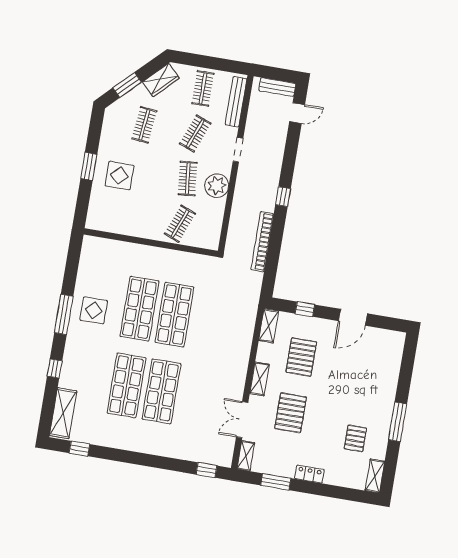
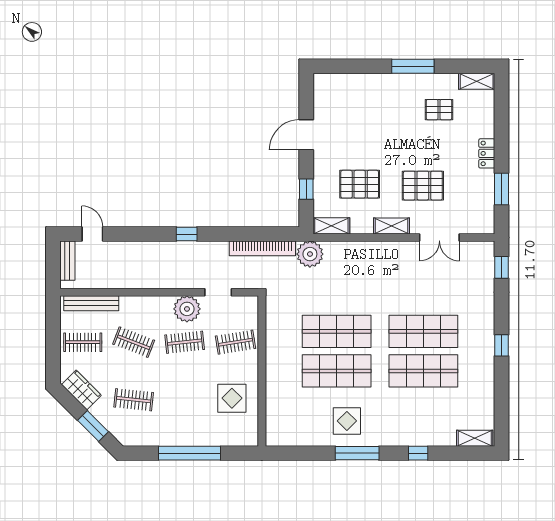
doorway: (238, 150) -> (218, 292), moved
window: (89, 166) -> (190, 453), width x2.11
display table: (119, 176) -> (232, 398), moved
clothes rail: (180, 224) -> (236, 342), turned -30
bookcase: (262, 242) -> (262, 248), moved
plant: (247, 303) -> (310, 254), added
door: (353, 317) -> (306, 135), swing flipped
shelving: (63, 413) -> (475, 438), width x0.67, depth x0.75
window: (79, 449) -> (501, 345), moved
shelving: (246, 456) -> (478, 227), removed

